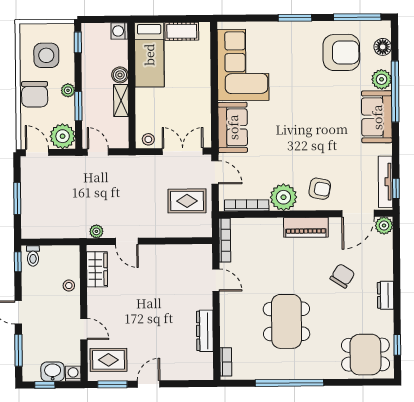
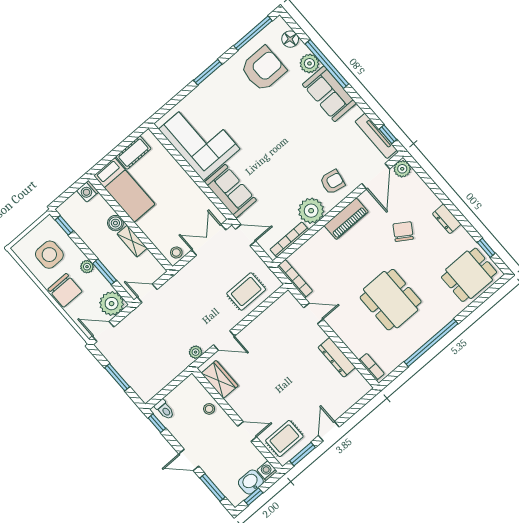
rug: (187, 201) -> (246, 292), moved

